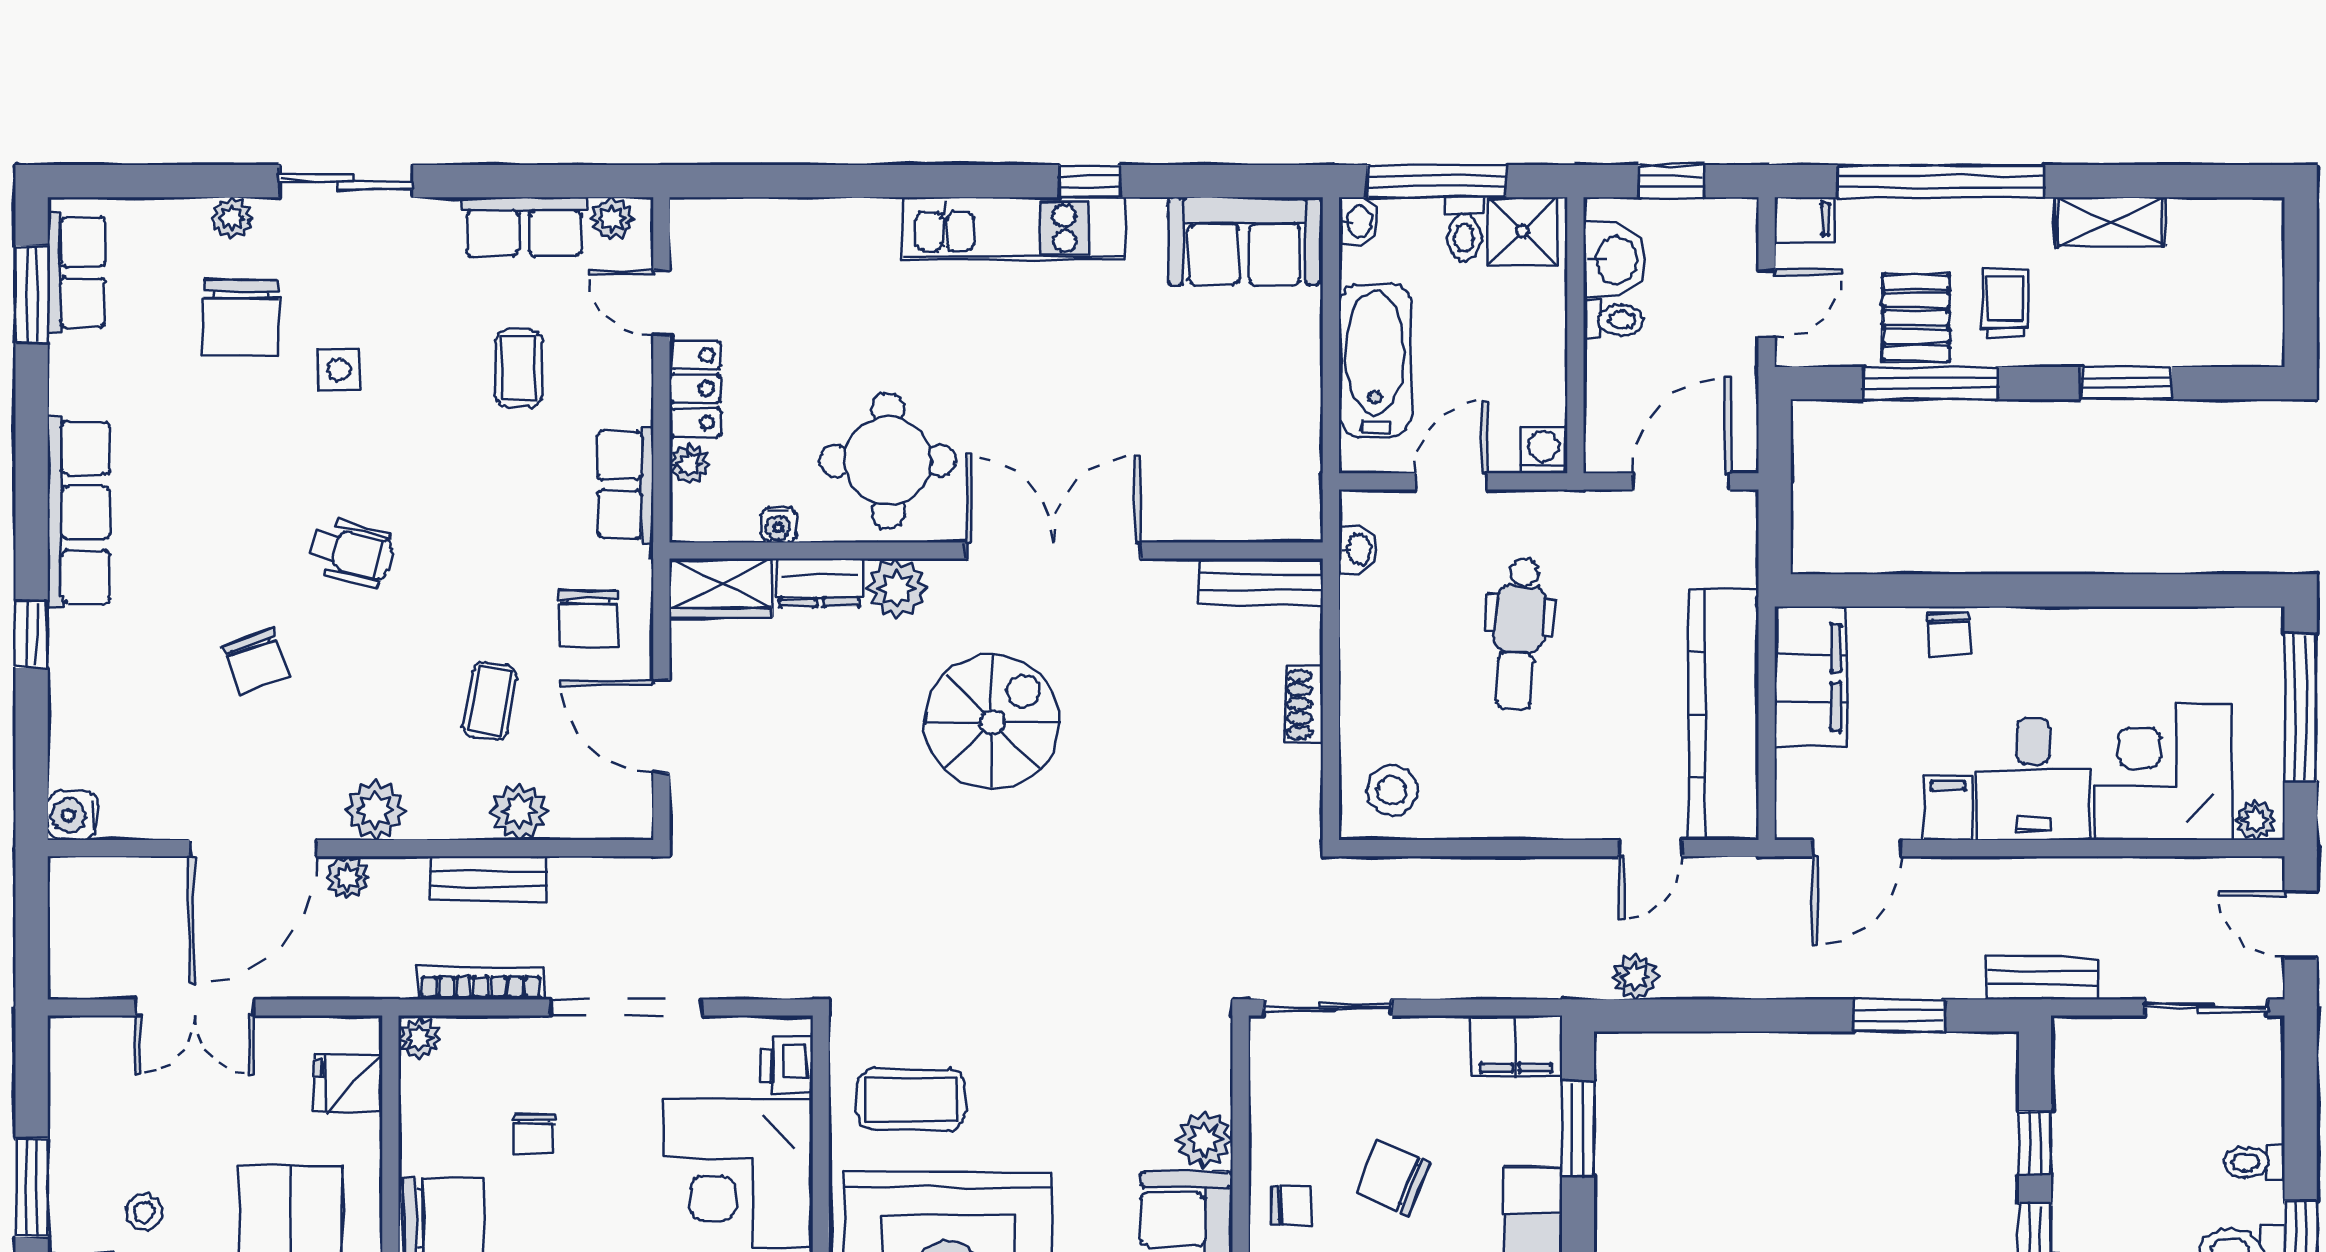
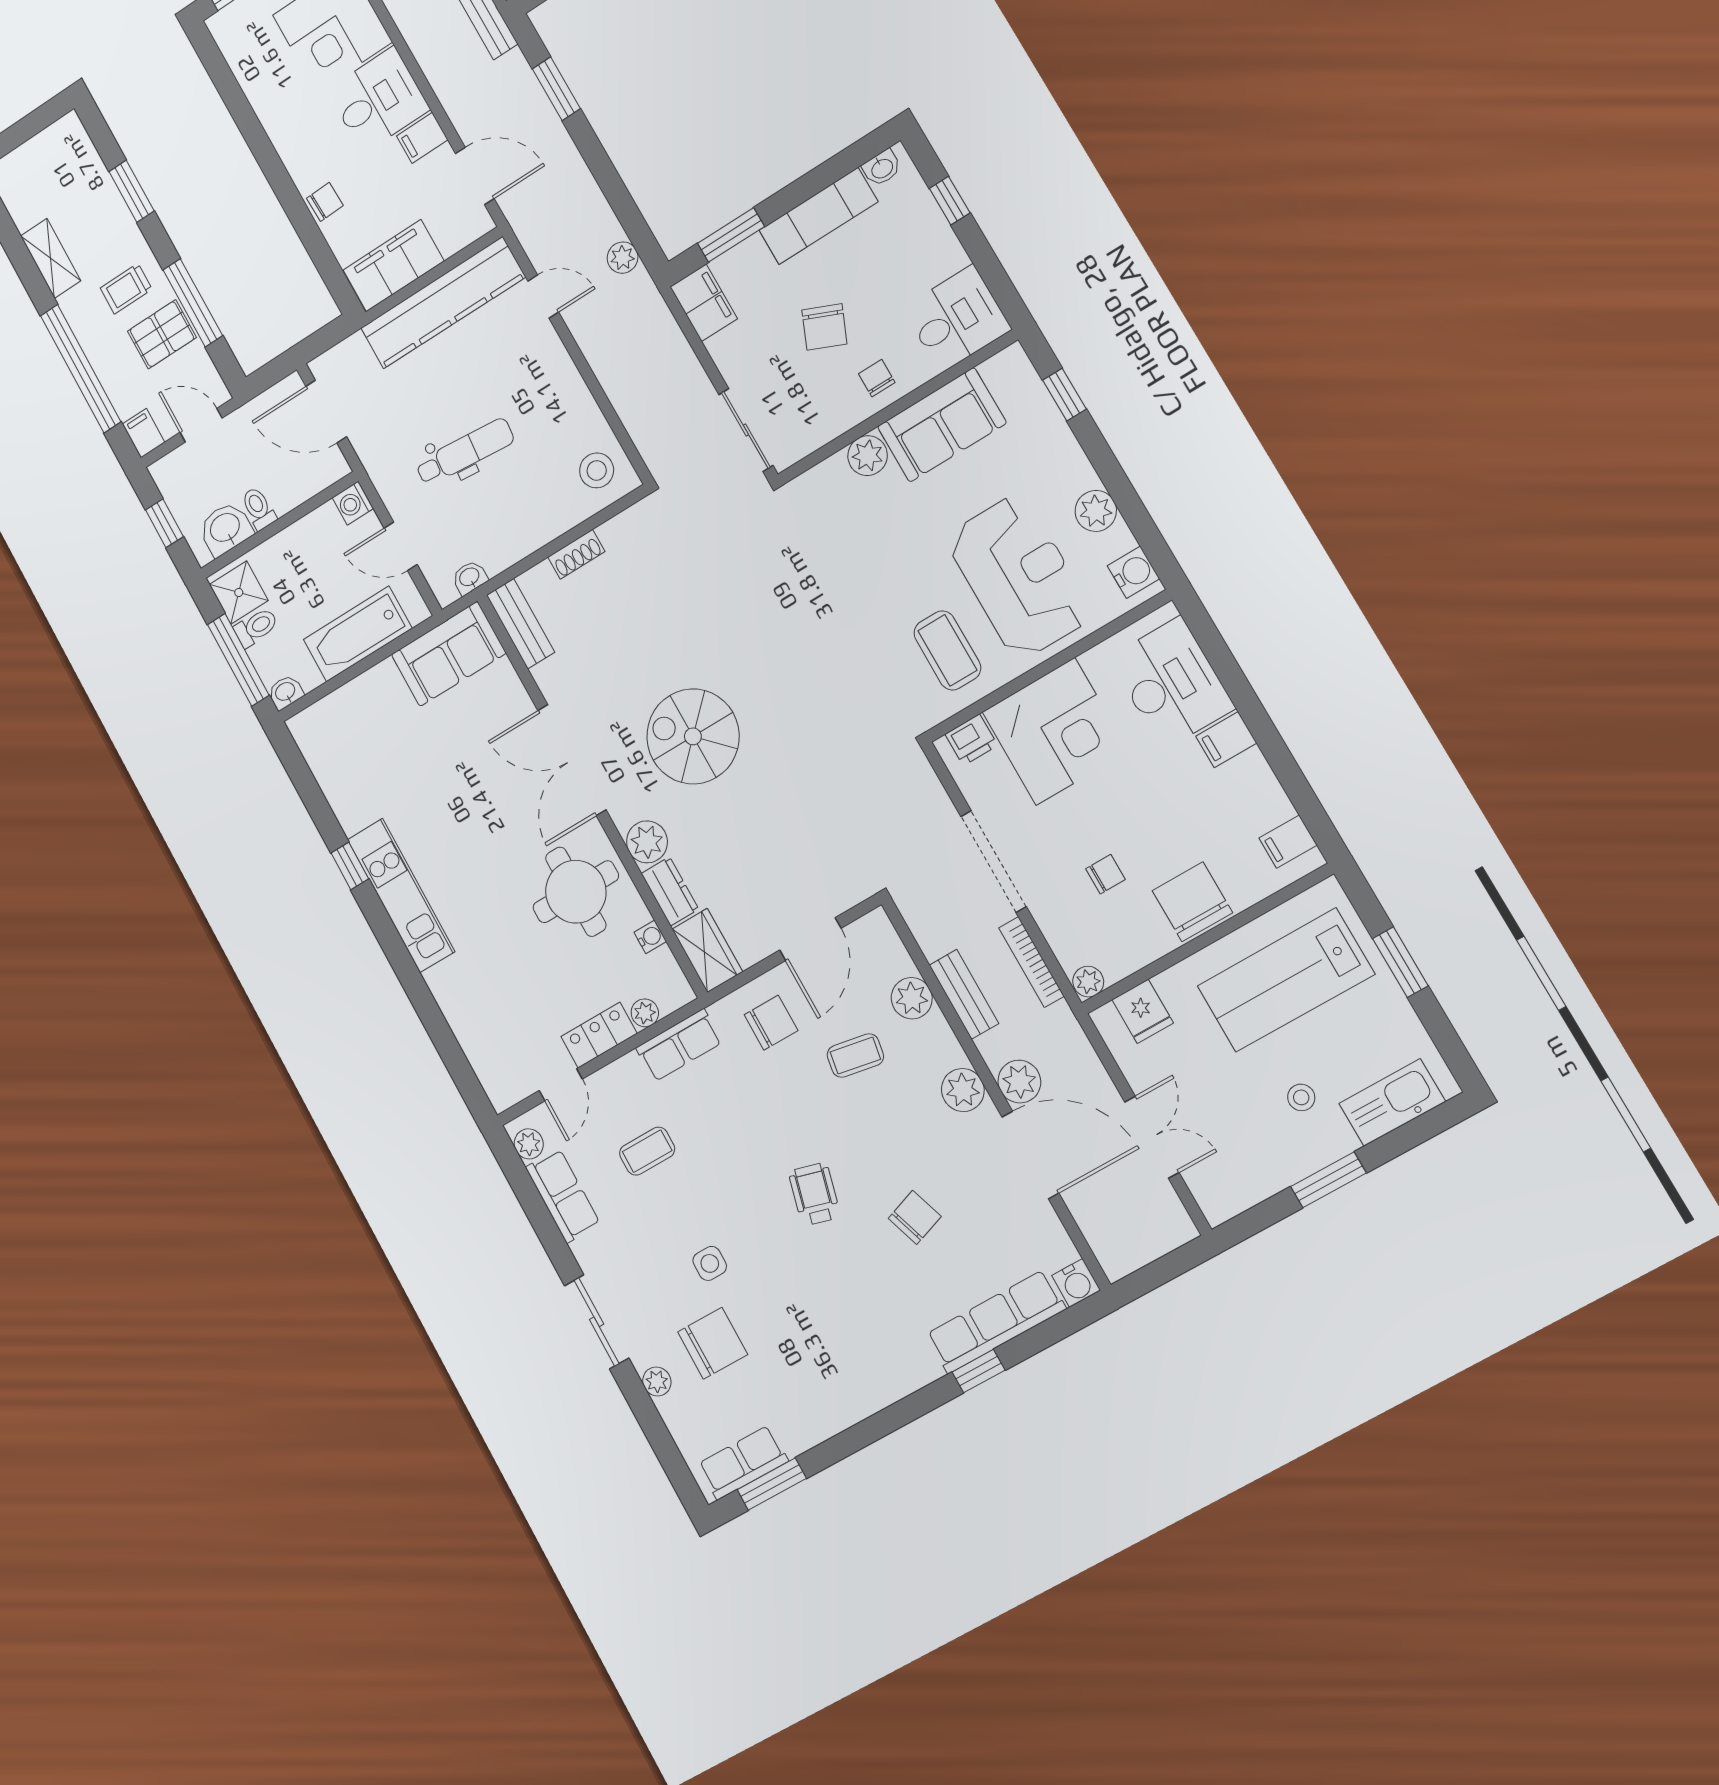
sofa: (1244, 241) -> (449, 654), moved, turned 90
row of seats: (79, 513) -> (996, 1322), moved
plant: (347, 878) -> (1019, 1082), width x1.38, depth x1.38

